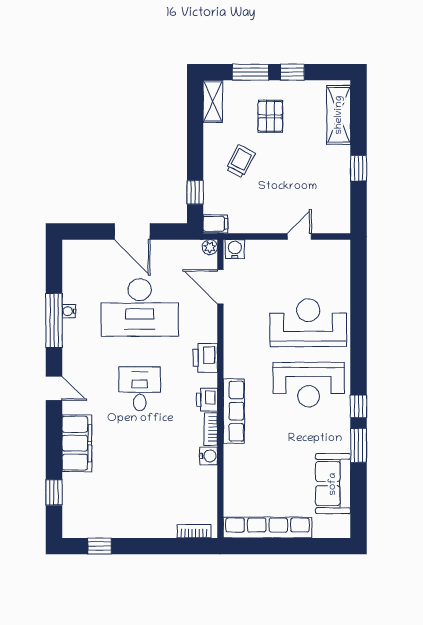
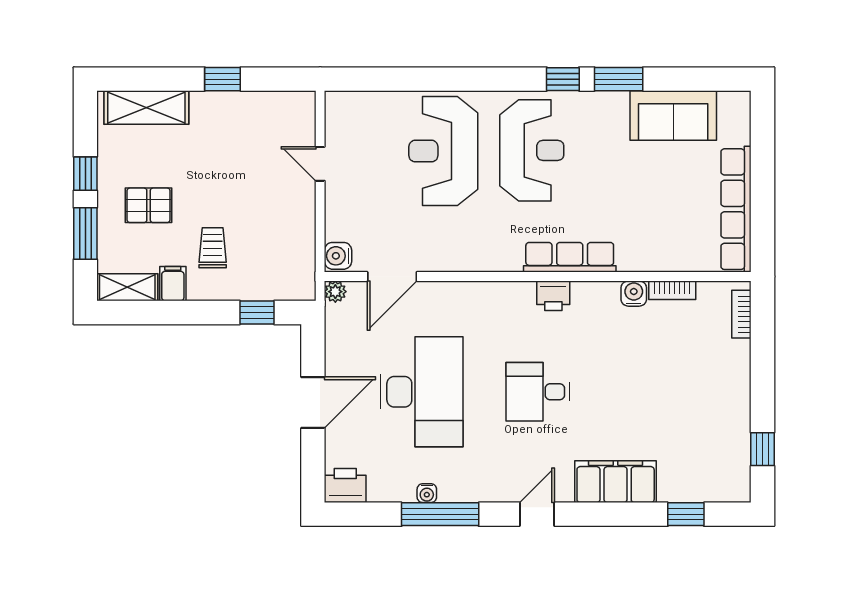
trolley: (241, 161) -> (213, 248), turned 63
filing cabinet: (215, 224) -> (173, 284), moved
printer: (205, 358) -> (345, 486), moved, turned 180
bookcase: (211, 429) -> (672, 290), moved

